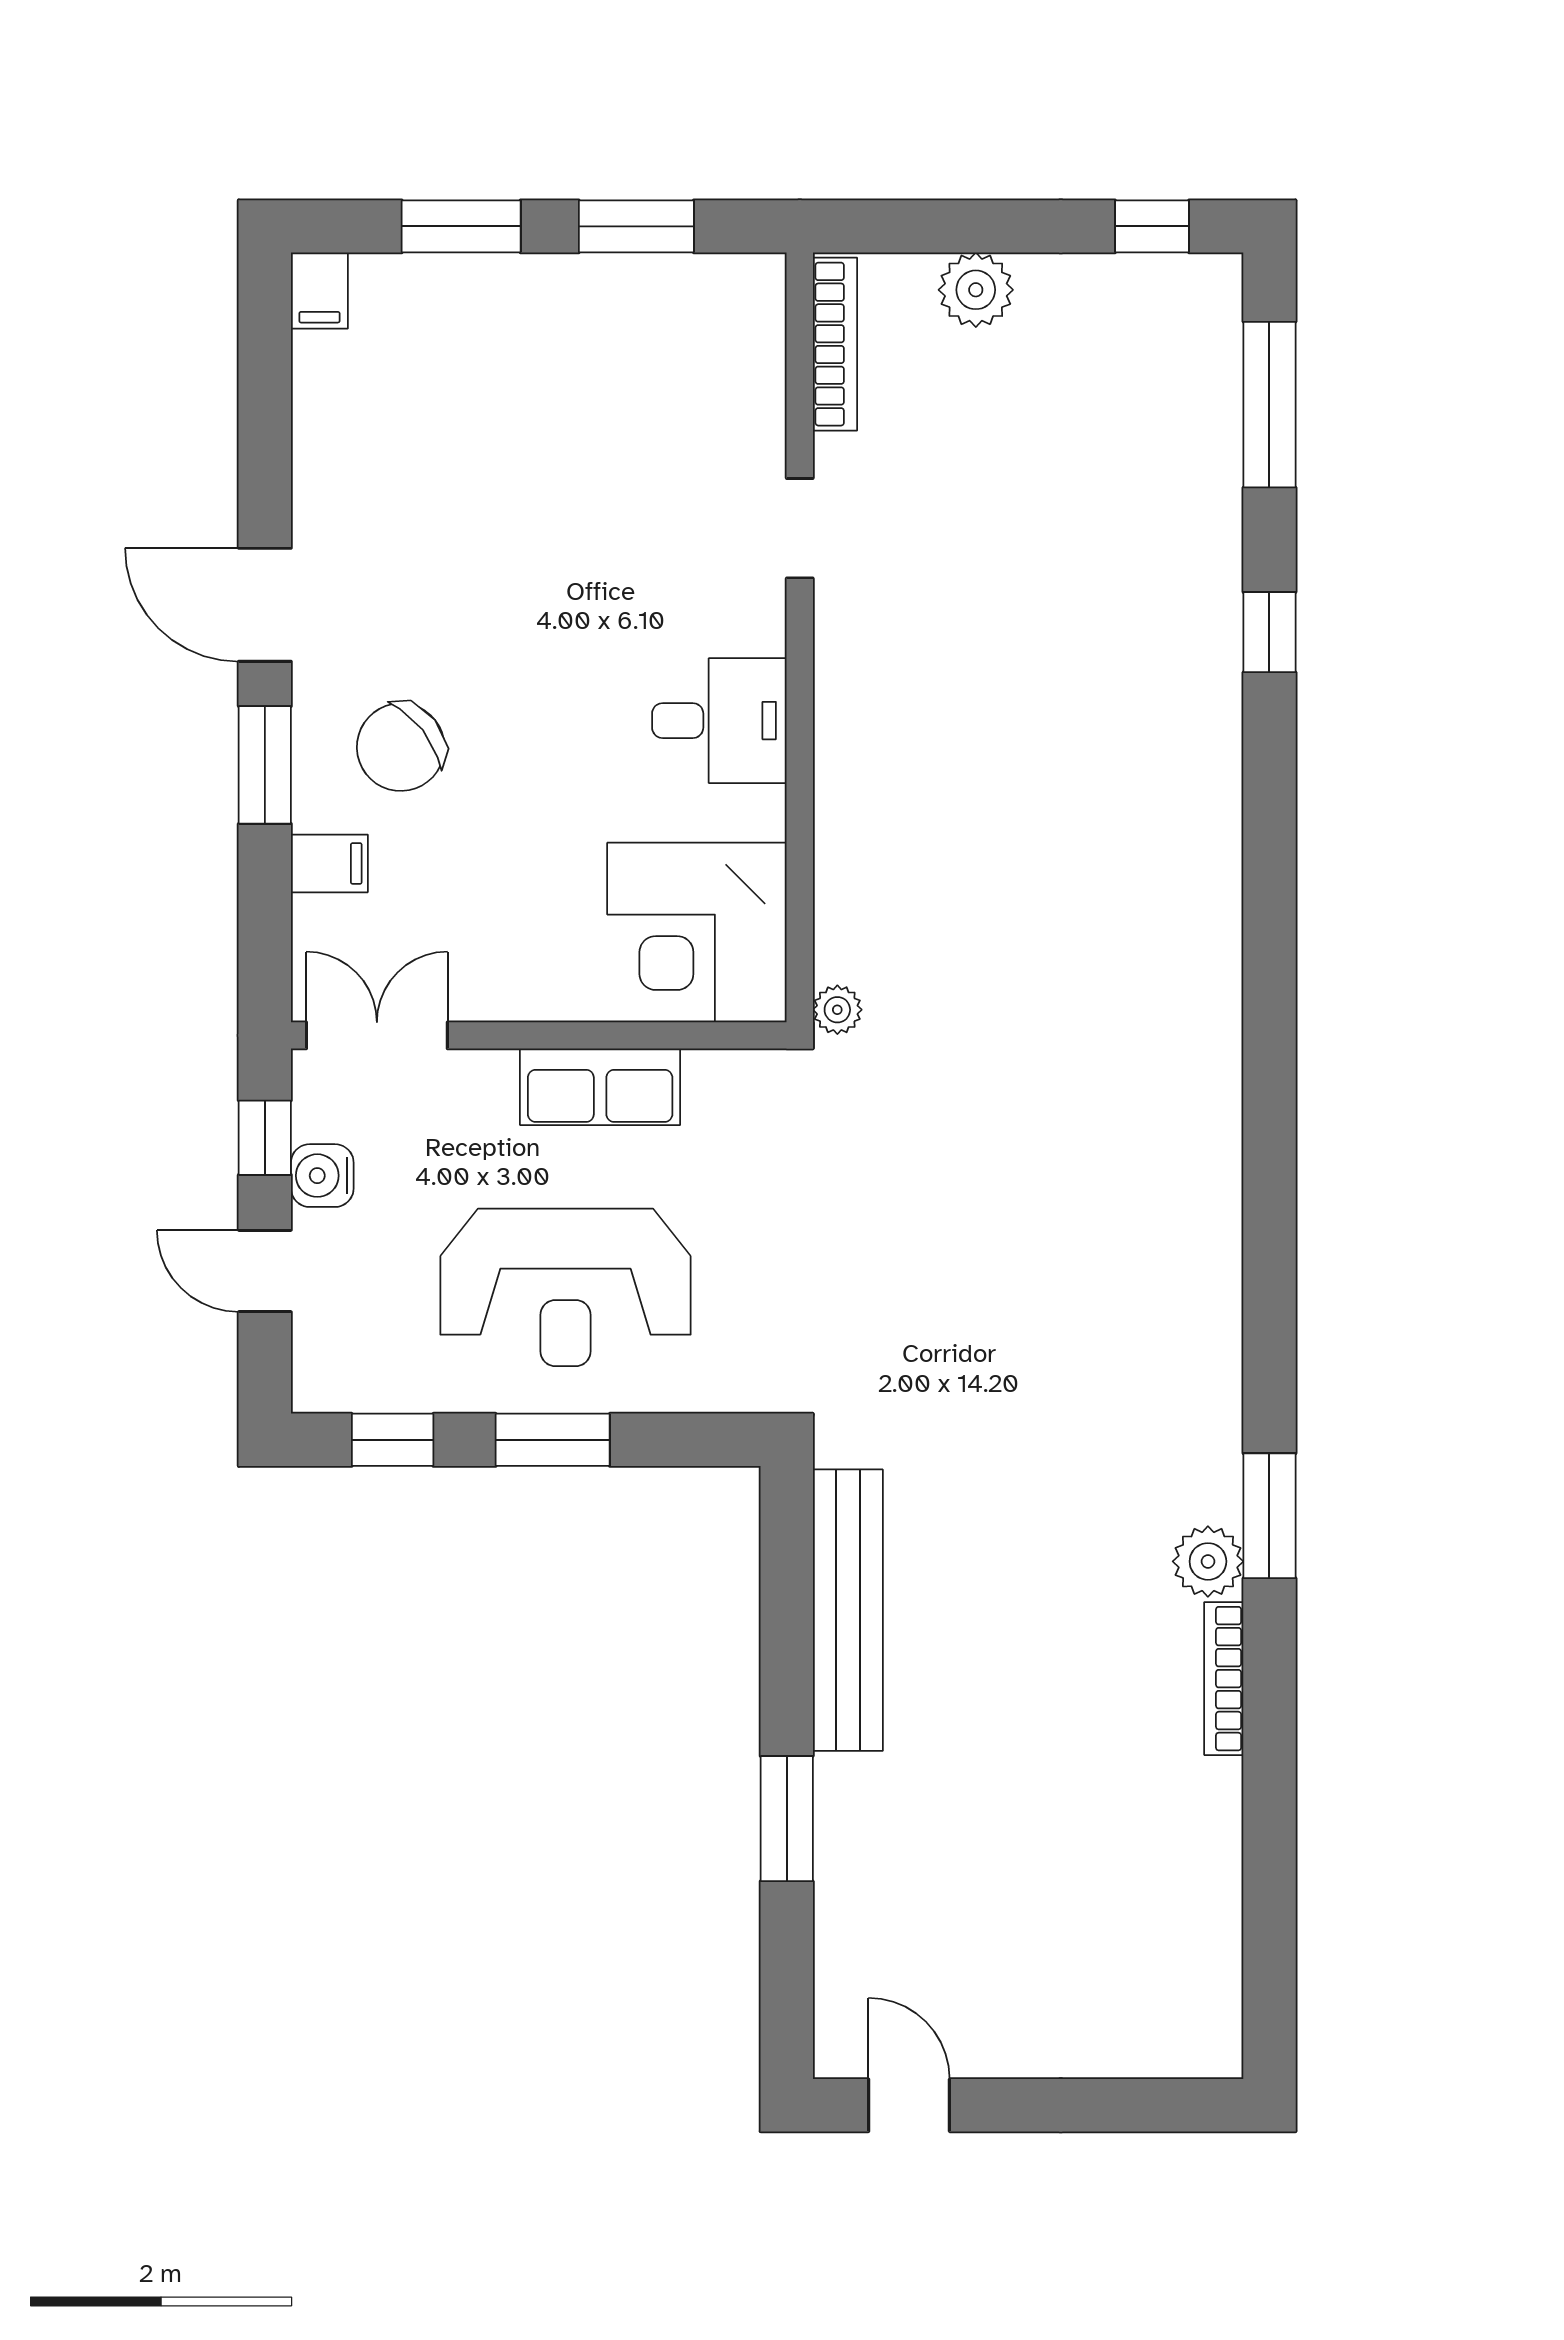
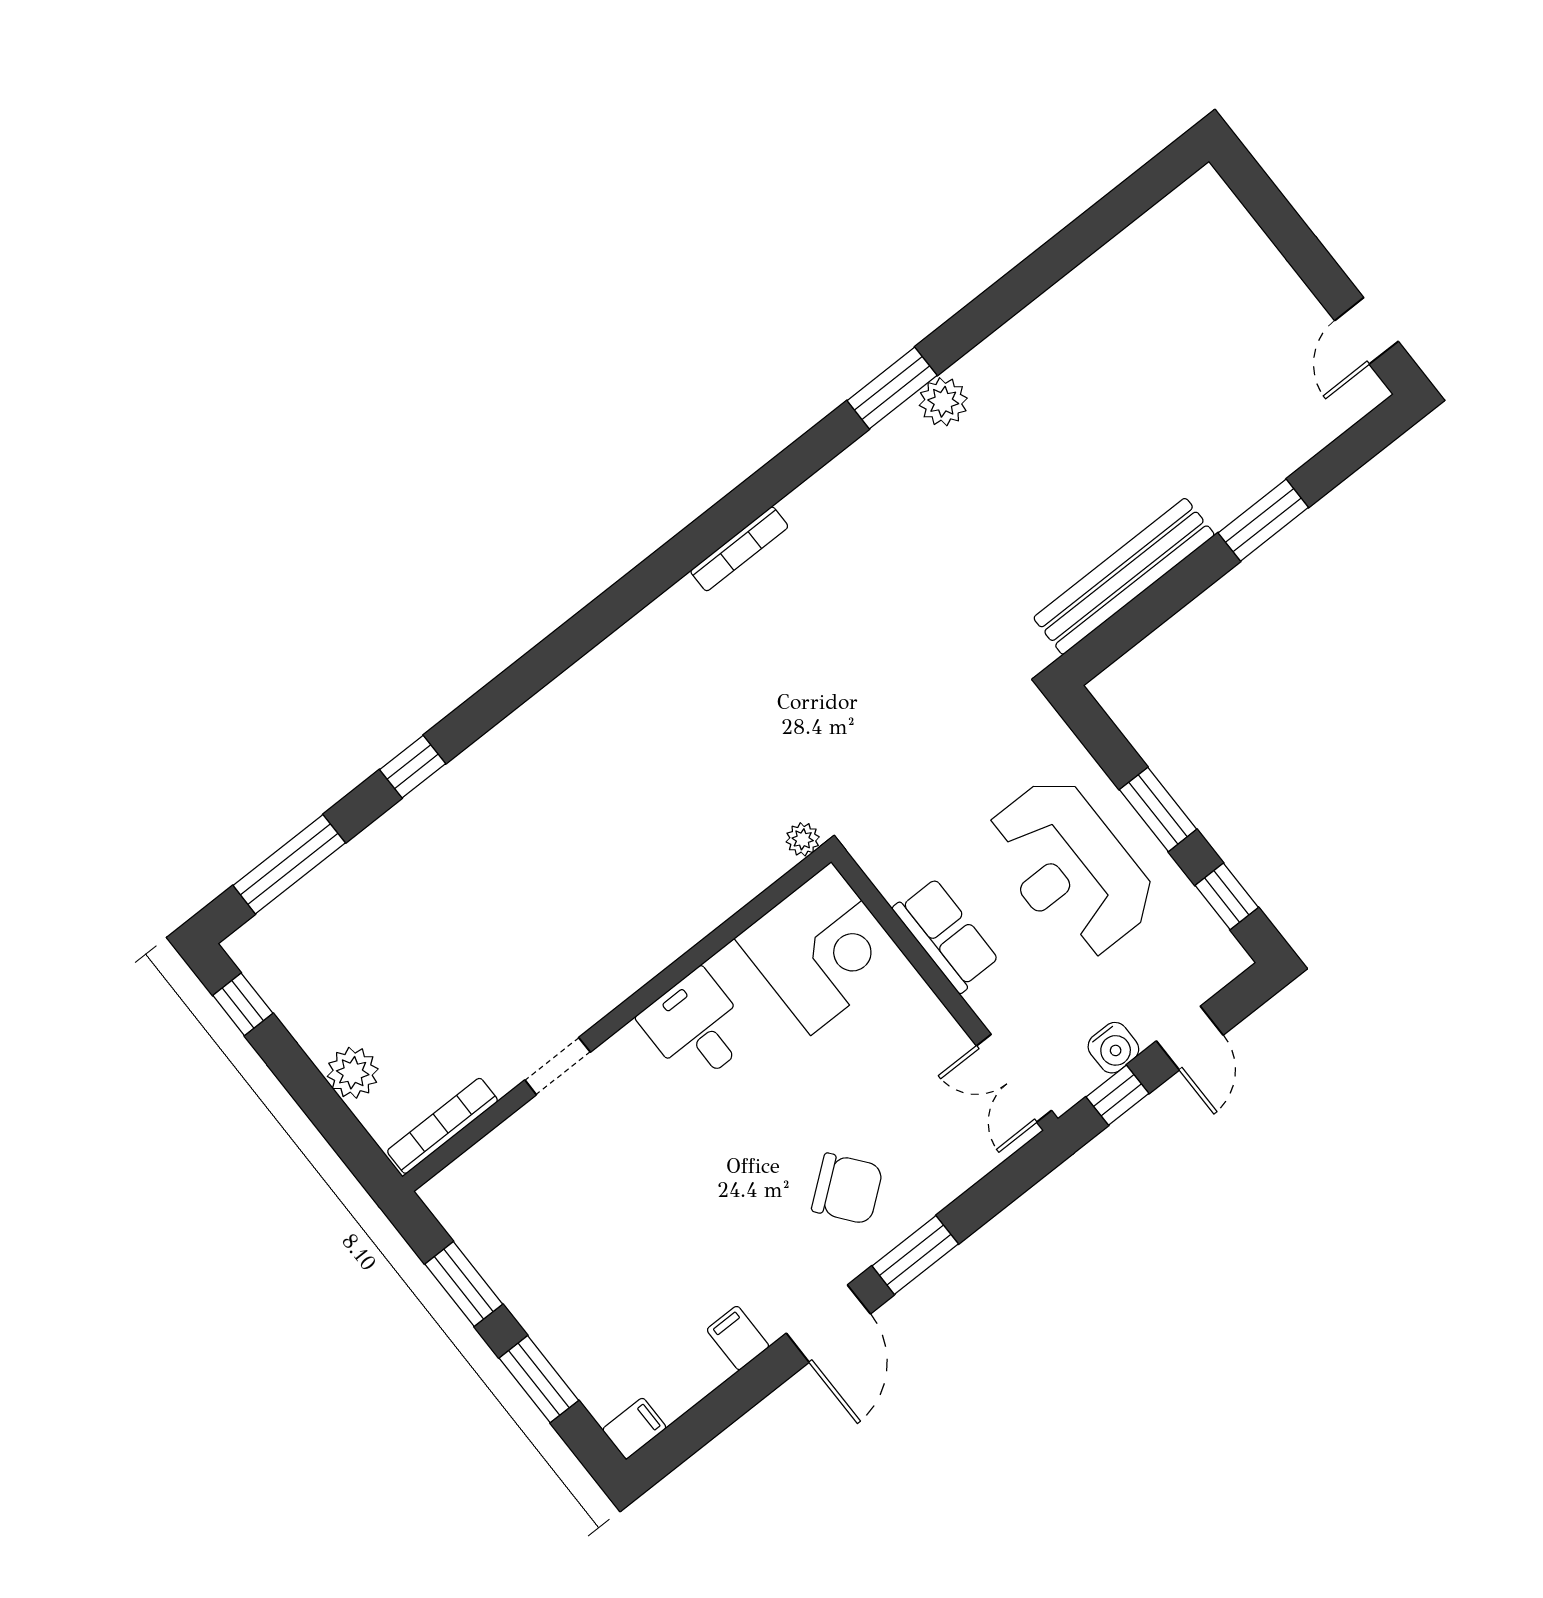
filing cabinet: (329, 863) -> (738, 1338), moved
reception desk: (565, 1287) -> (1070, 868), turned 180
bookcase: (1224, 1679) -> (739, 549), moved

